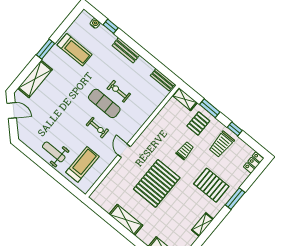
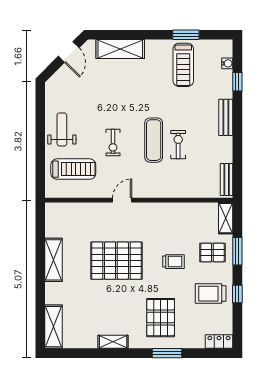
window: (46, 49) -> (186, 35), moved
exercise bike: (97, 128) -> (113, 143), moved

